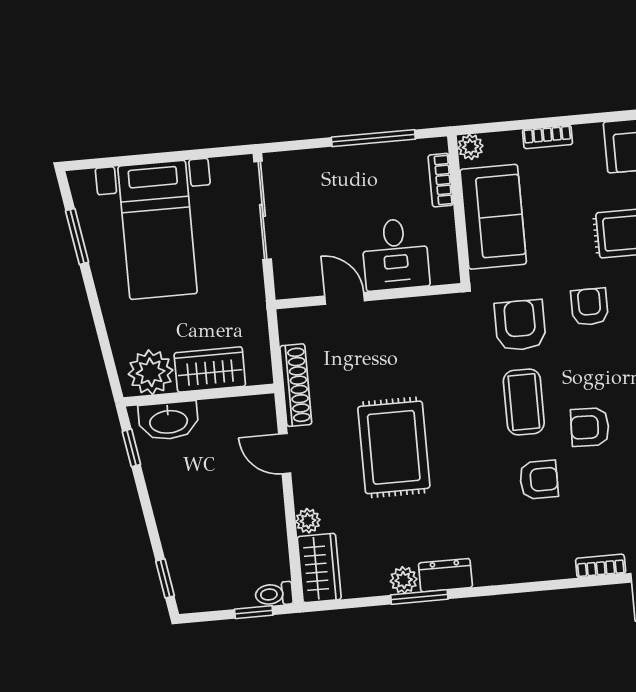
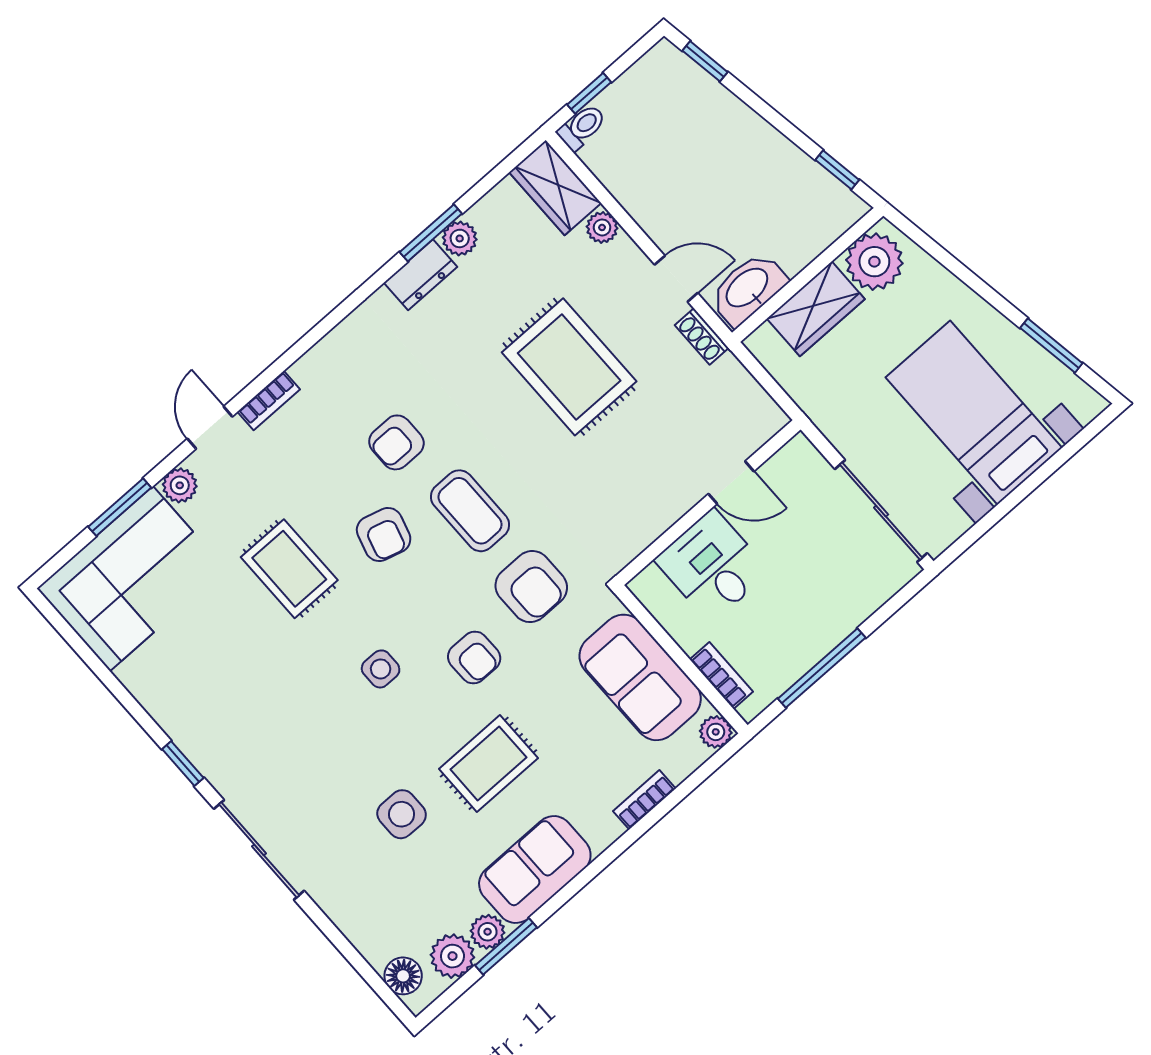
shoe rack: (296, 385) -> (702, 337), width x0.51, depth x0.81
washbasin: (168, 421) -> (748, 289), moved
armchair: (590, 427) -> (384, 535), turned 104

